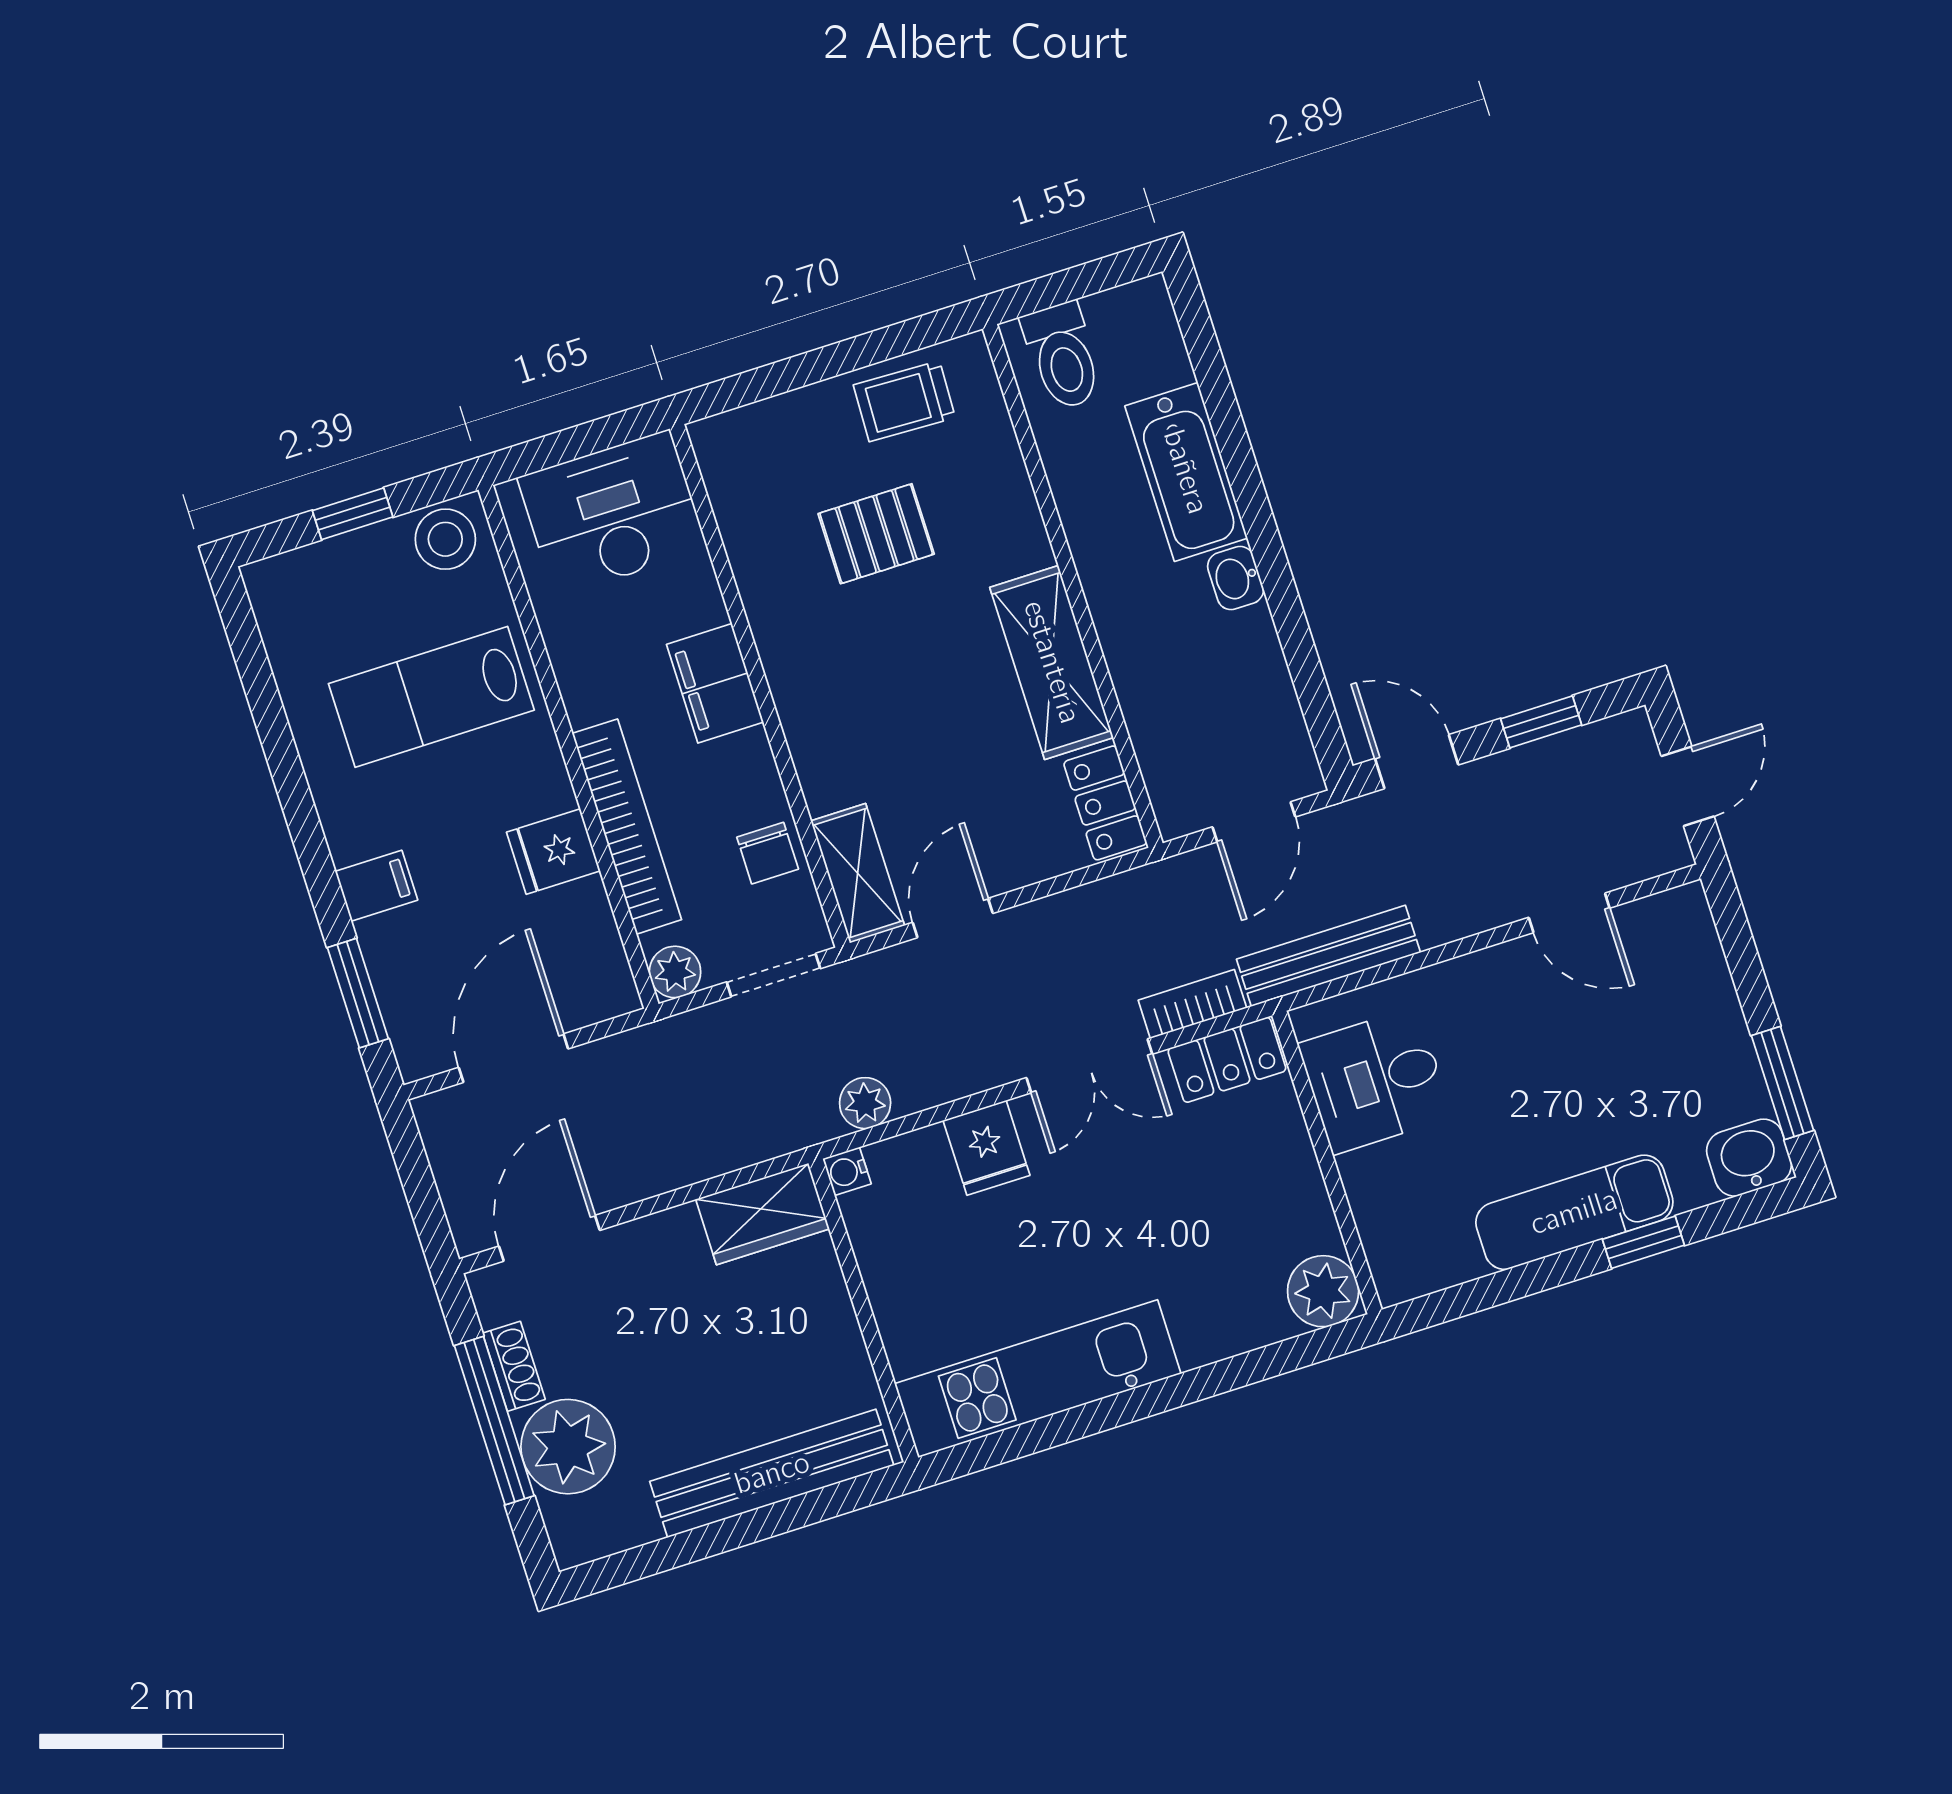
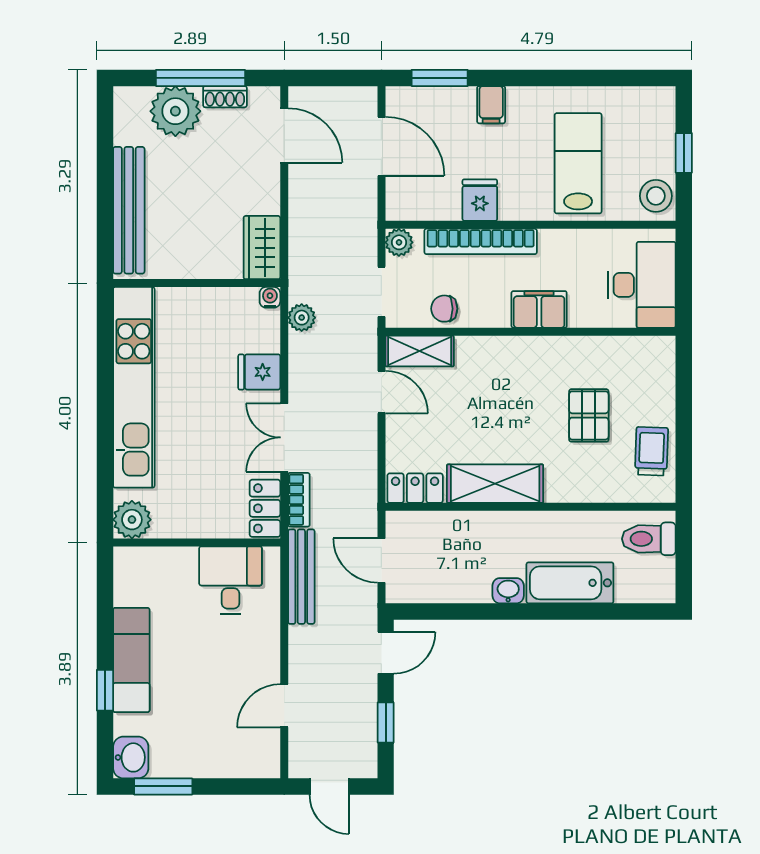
kitchen unit: (1038, 1379) -> (134, 387), width x1.36

